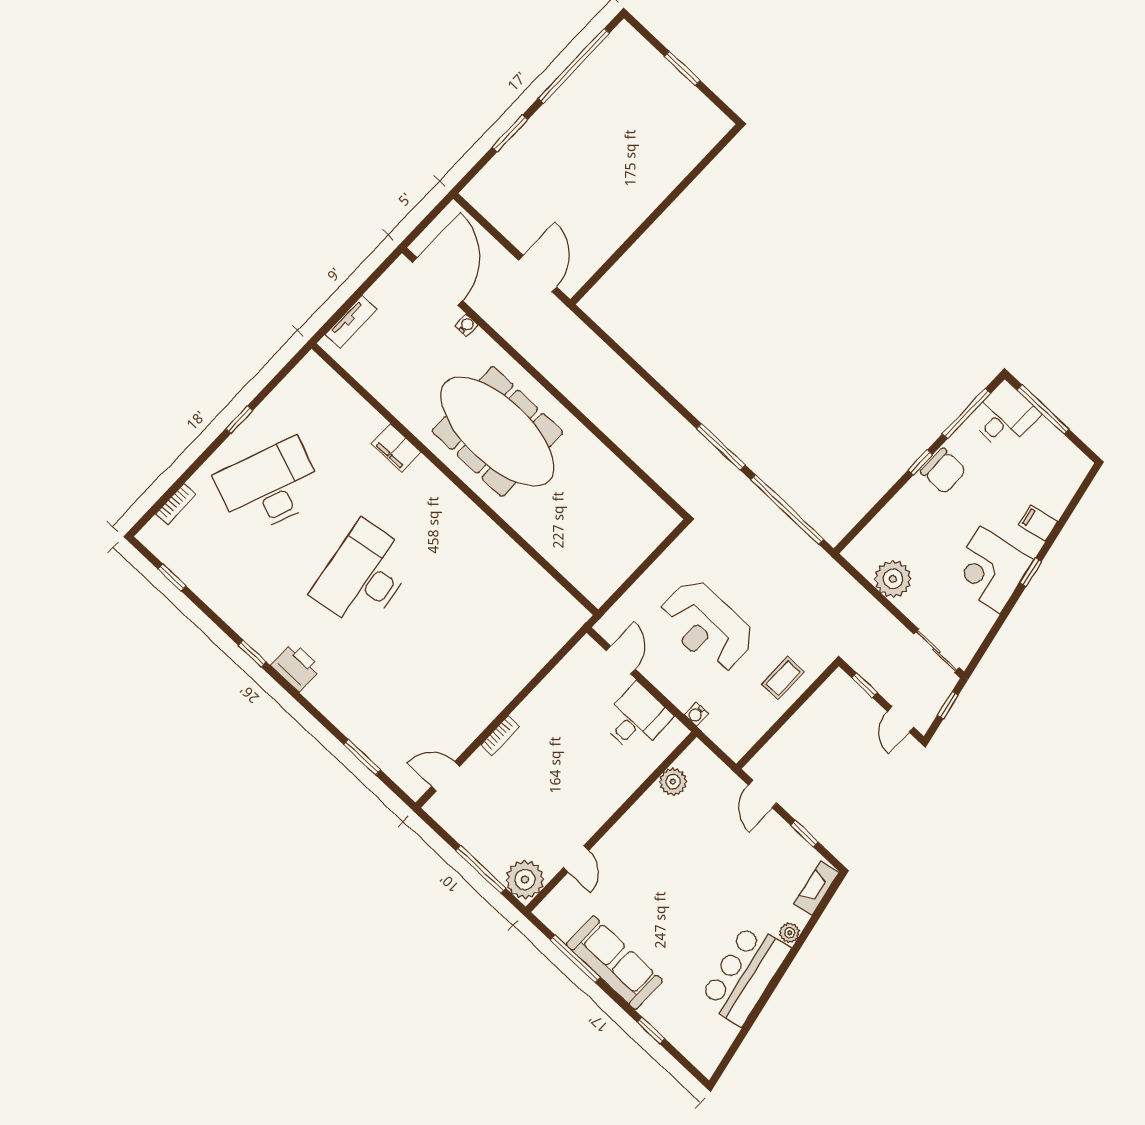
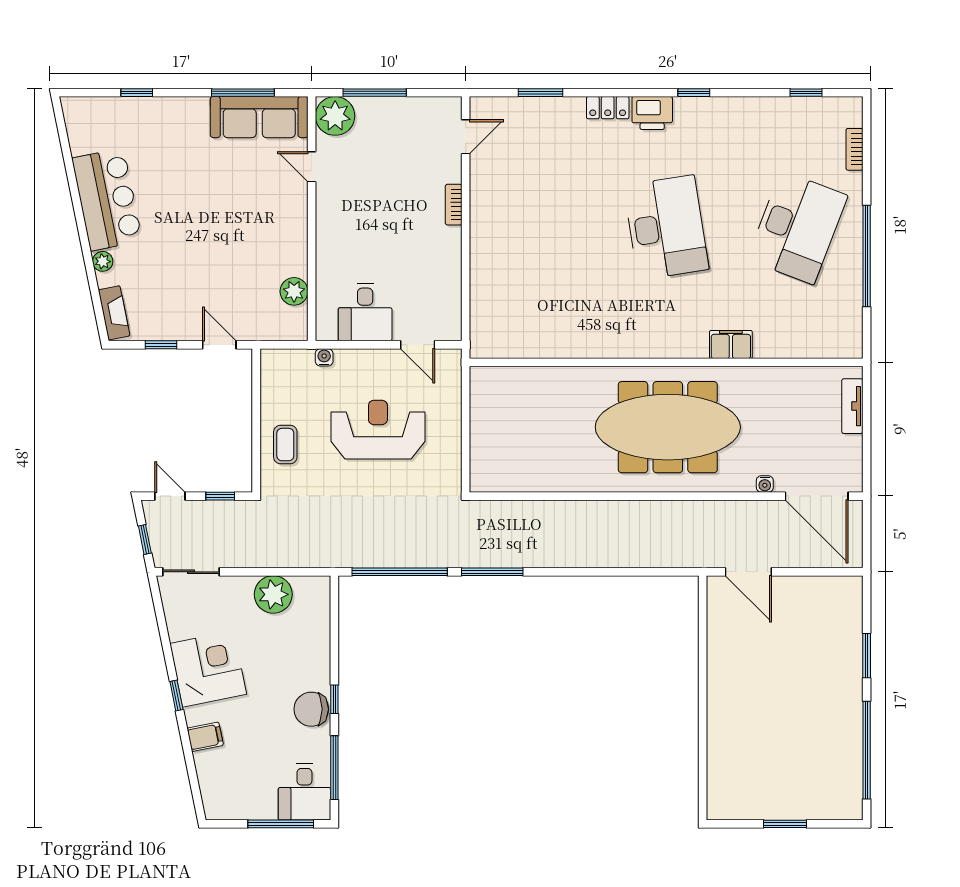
window: (239, 420) -> (867, 256), width x3.17
locker: (324, 701) -> (608, 108), added
sofa: (614, 963) -> (259, 117), moved

